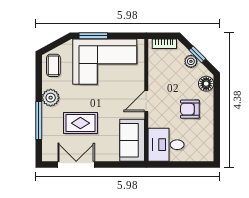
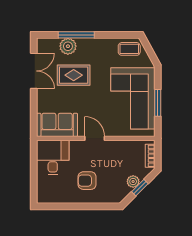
window: (93, 36) -> (158, 103), moved
floor lamp: (206, 84) -> (112, 196), removed
plant: (51, 98) -> (68, 46), moved
armchair: (190, 109) -> (87, 181), turned -90
rug: (80, 123) -> (74, 75), turned 90

